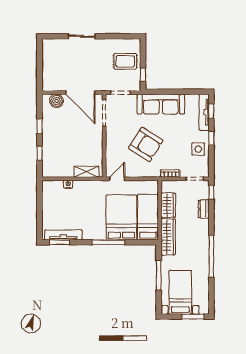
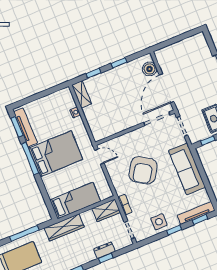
shelving: (86, 172) -> (82, 94), moved
window: (211, 192) -> (106, 258), moved
wardrobe: (168, 205) -> (106, 210), moved
bed: (121, 217) -> (56, 154), moved
window: (108, 242) -> (30, 159), moved

